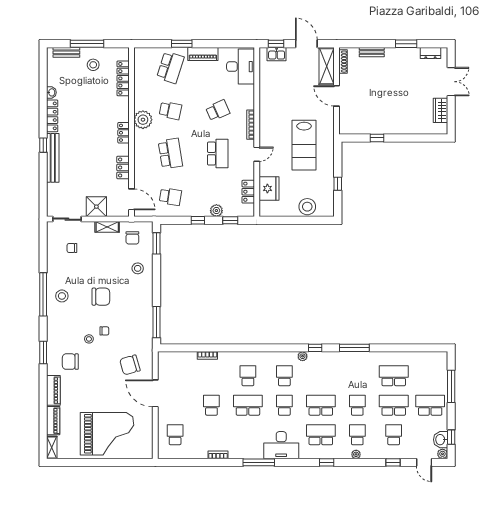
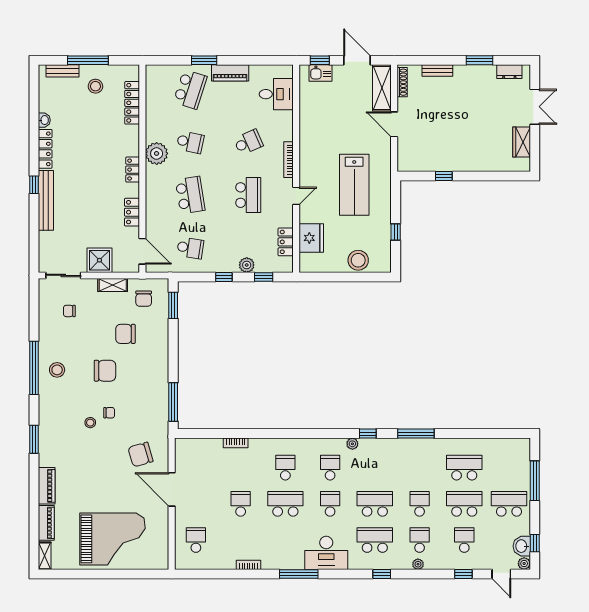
desk: (240, 67) -> (276, 94), width x0.73
stool: (138, 268) -> (150, 336), removed
chair: (70, 362) -> (125, 334), moved

